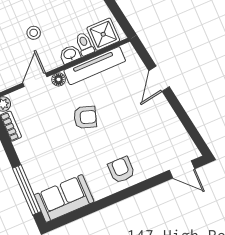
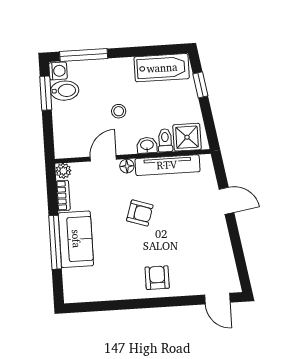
door: (159, 79) -> (227, 201), swing flipped
window: (27, 190) -> (55, 242), moved
sofa: (64, 198) -> (76, 239), moved, turned 90

